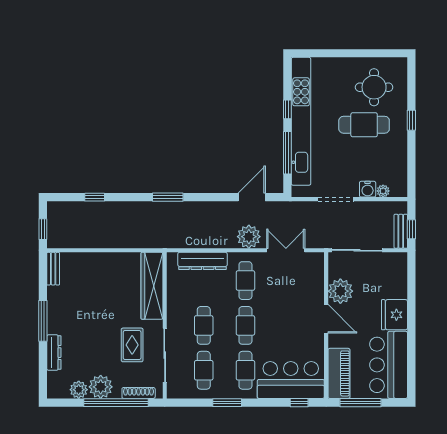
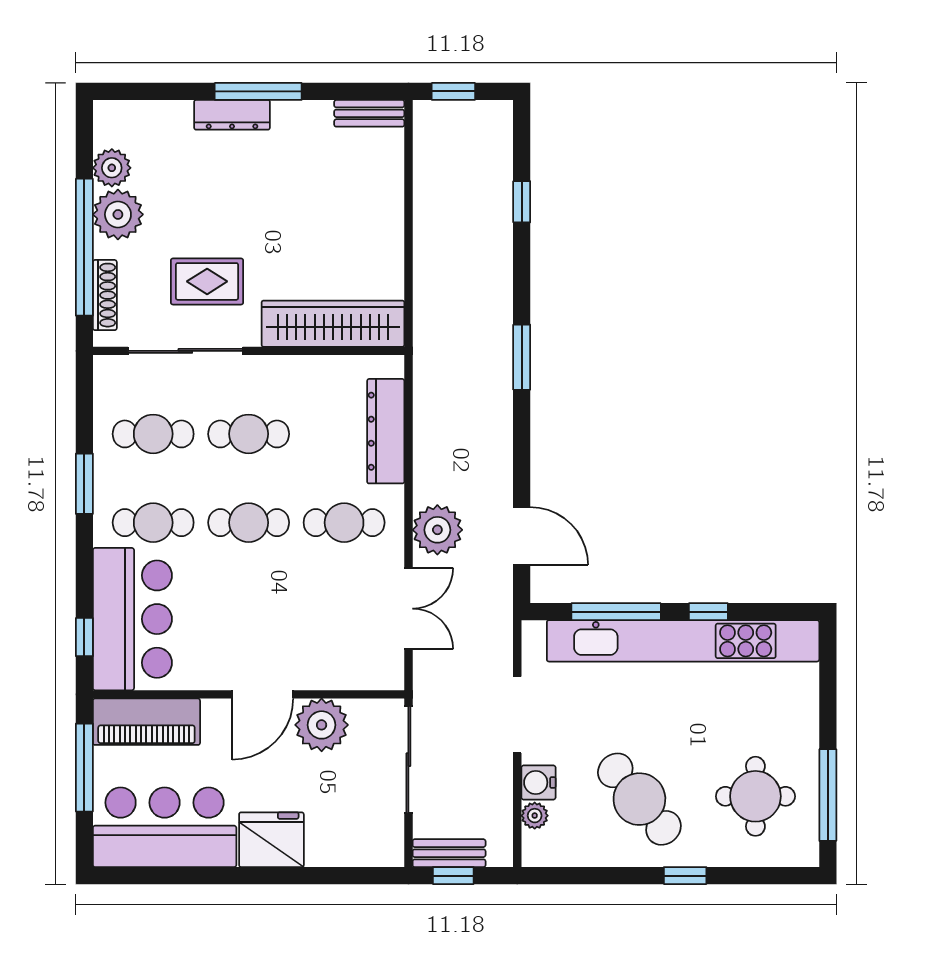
window: (373, 53) -> (828, 795), added
cafe table: (364, 125) -> (639, 799), moved, turned -40
dresser: (54, 353) -> (232, 115), moved

